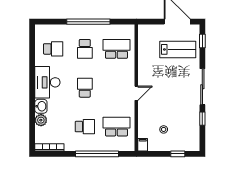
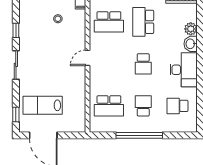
sliding door: (202, 87) -> (16, 65), width x0.73
school desk: (85, 127) -> (143, 22), width x1.85

